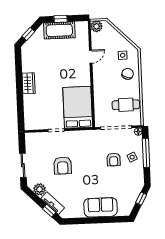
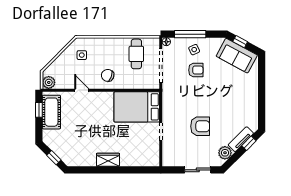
window: (61, 19) -> (39, 110), moved
cot: (59, 30) -> (51, 112), moved
chair: (128, 74) -> (108, 75), moved
sofa: (101, 207) -> (237, 56), moved, turned -62

